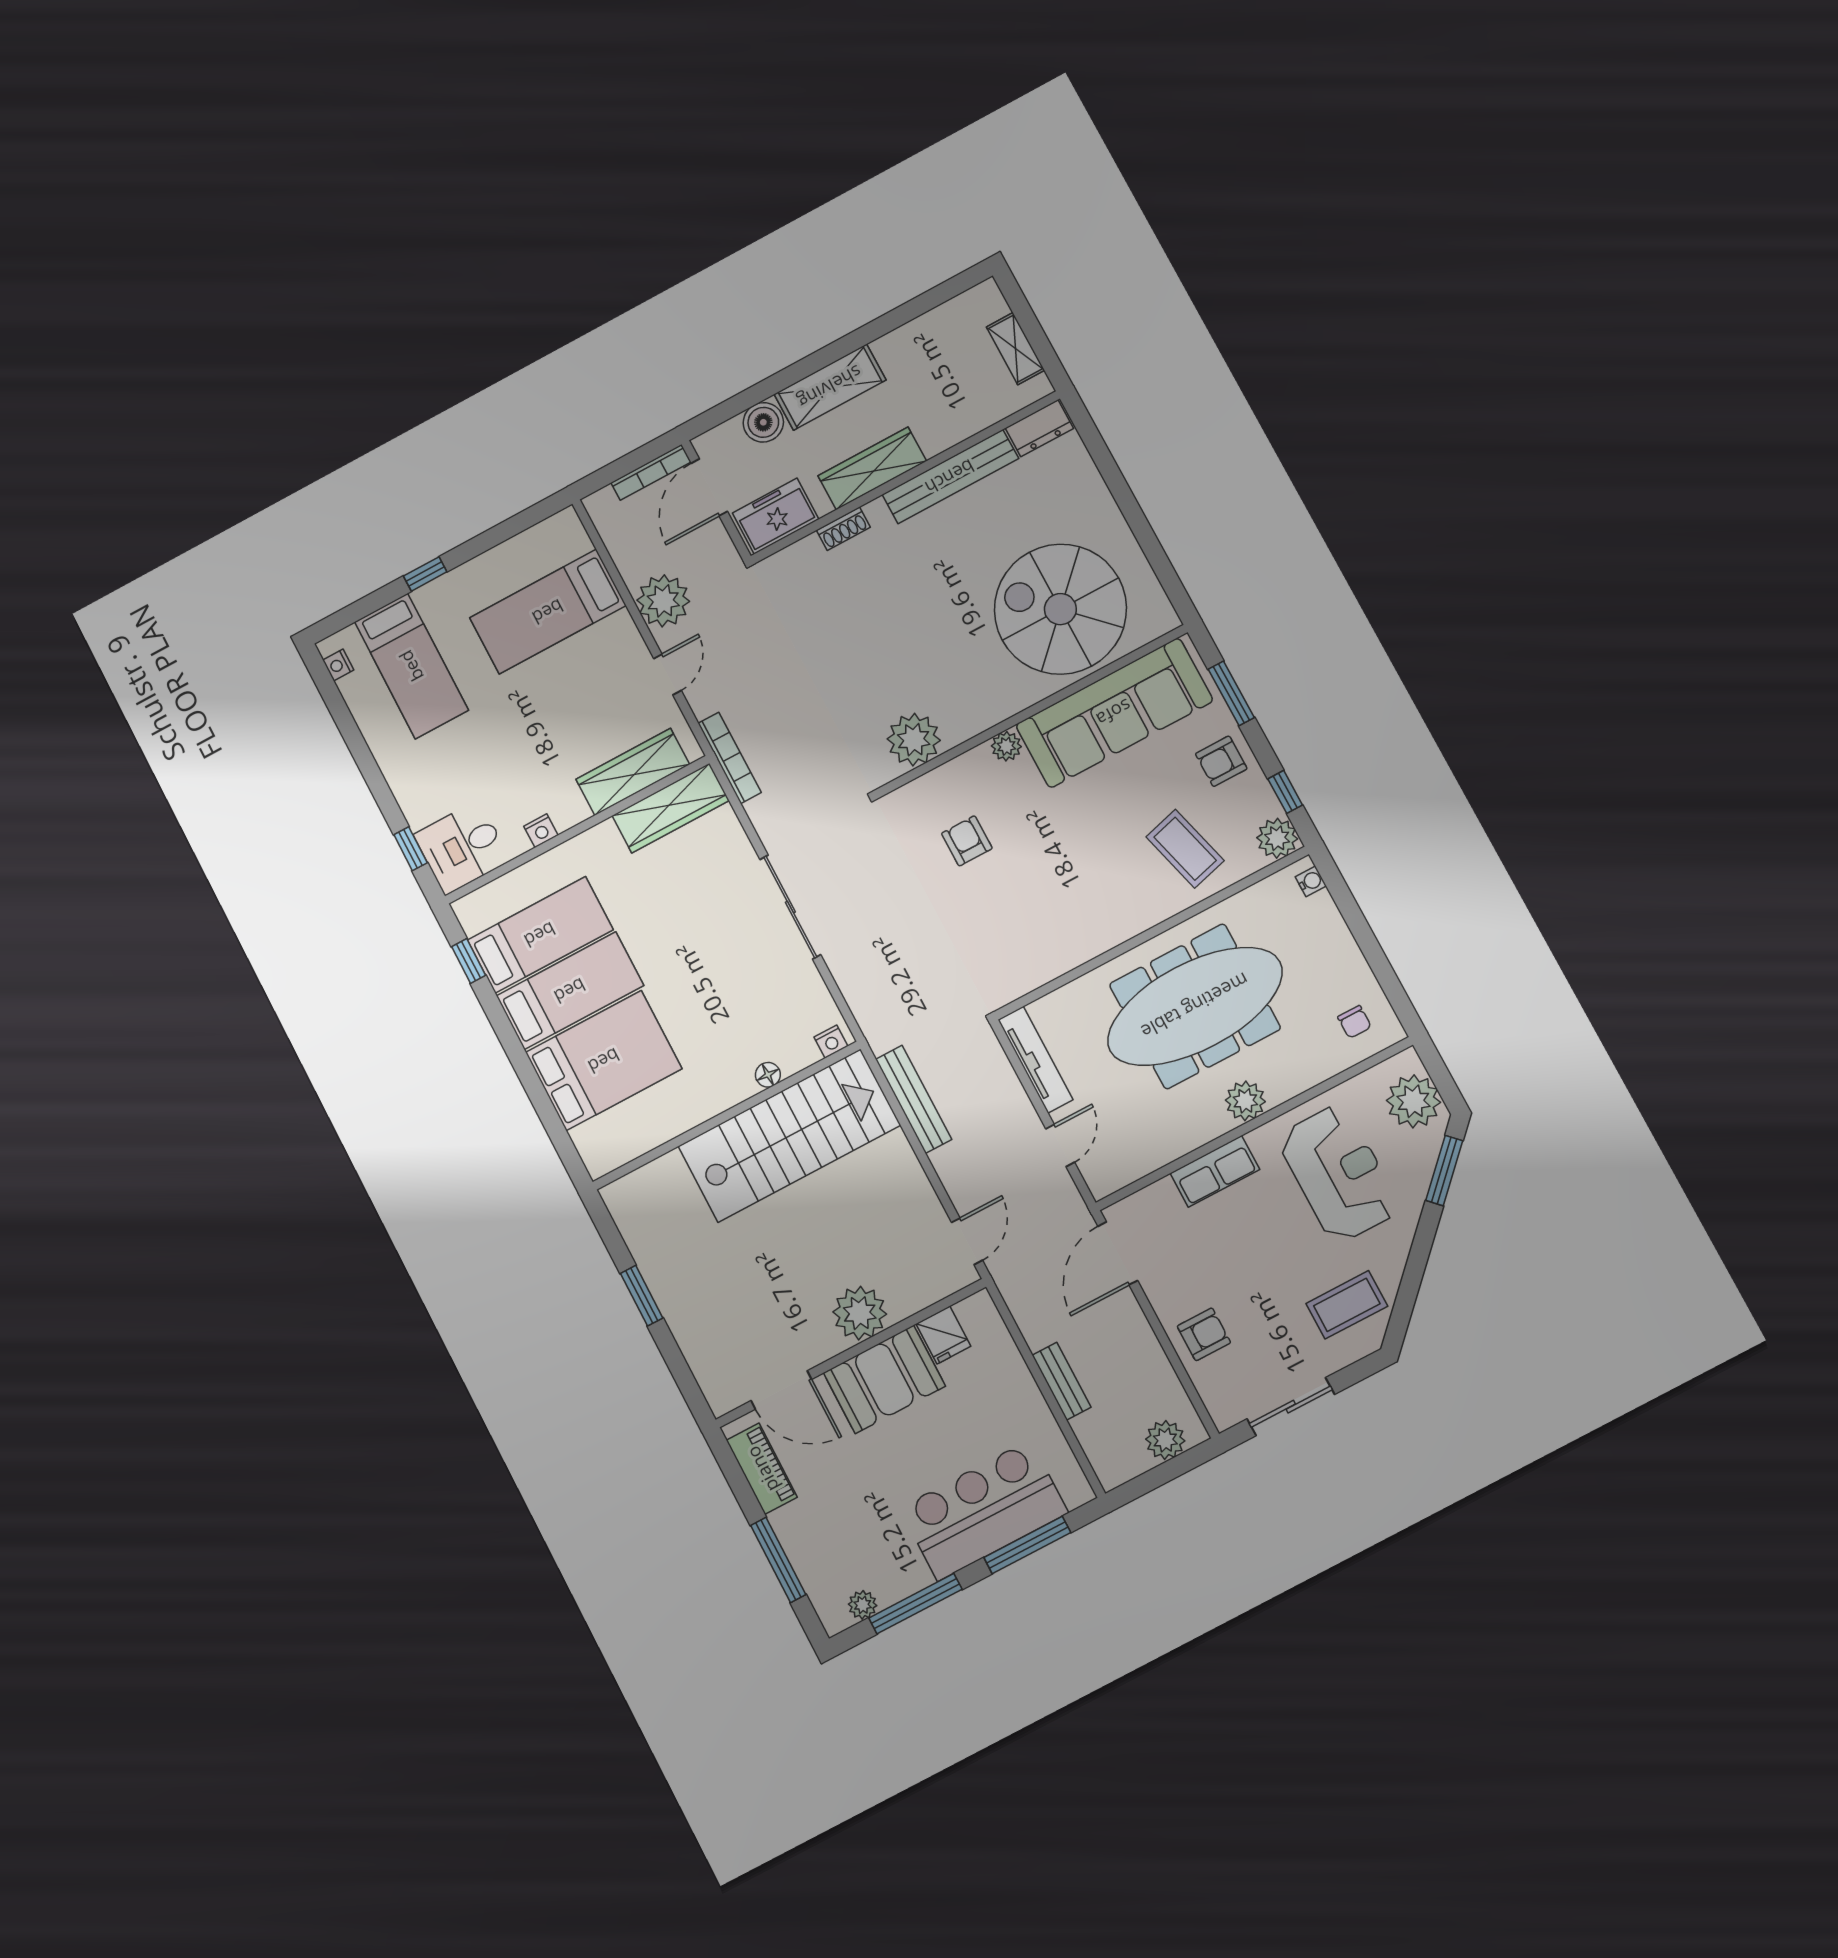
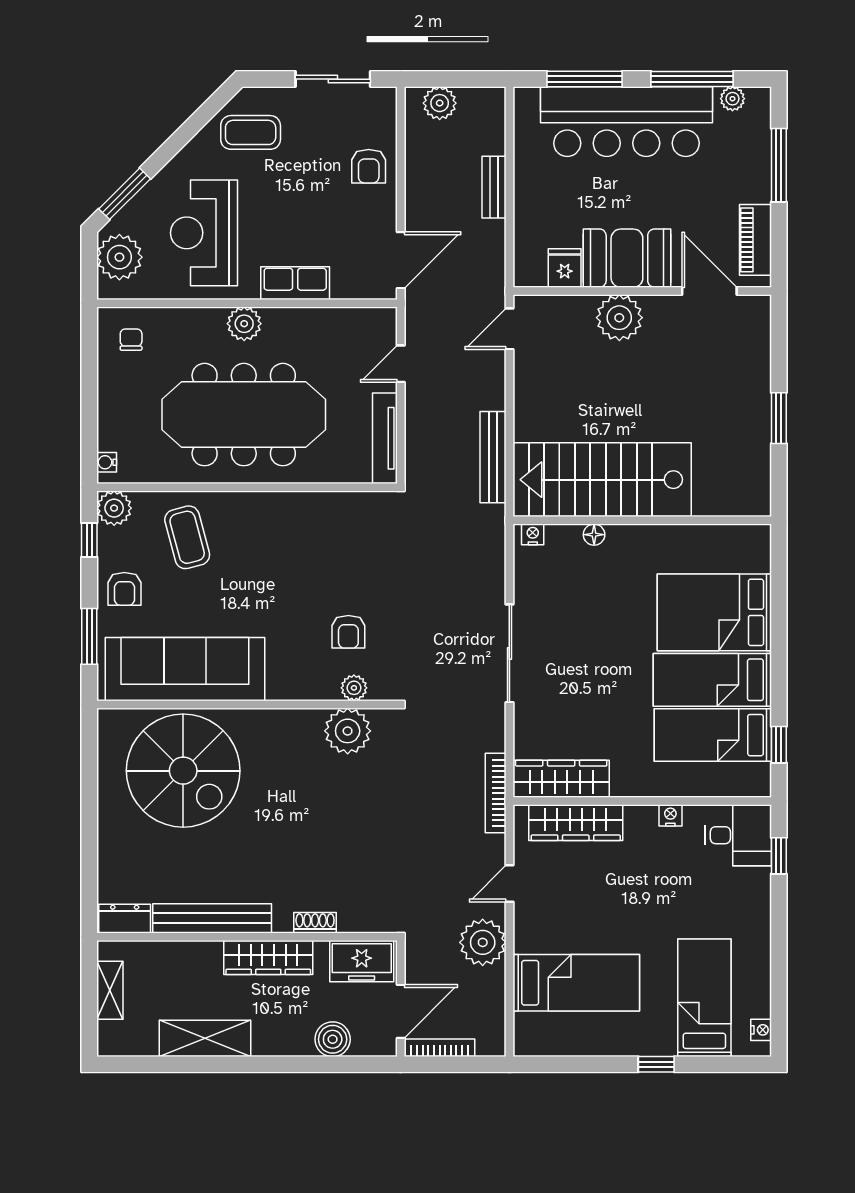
shelving: (830, 387) -> (205, 1038), moved
plant: (1006, 746) -> (354, 688), moved
armchair: (1221, 761) -> (124, 589), turned 90
armchair: (1204, 1334) -> (369, 166), turned -90
bar counter: (984, 1510) -> (626, 122), width x1.36

